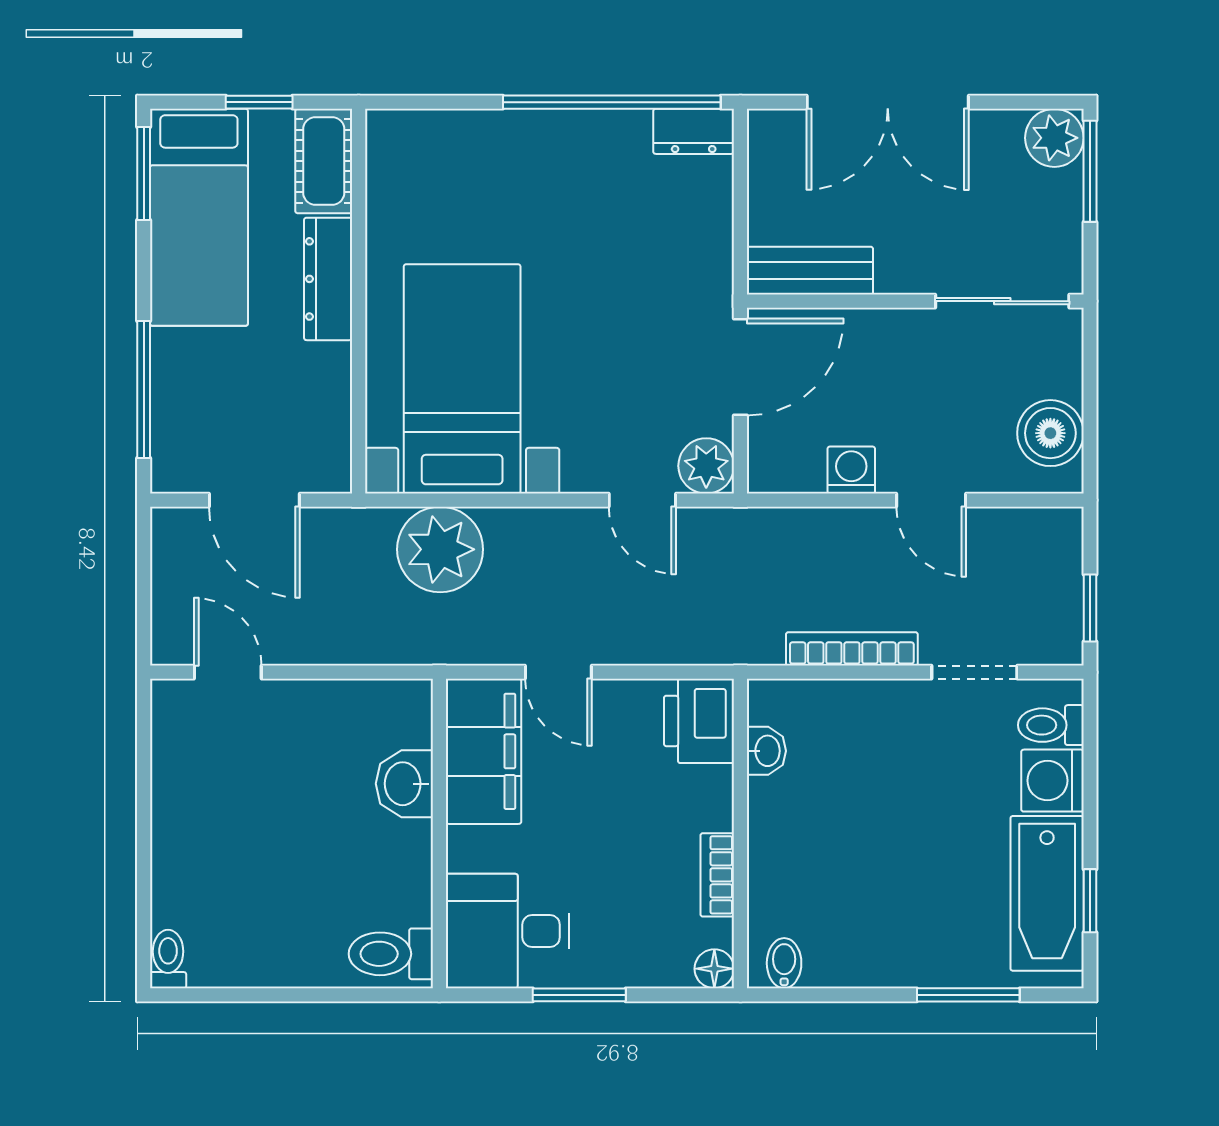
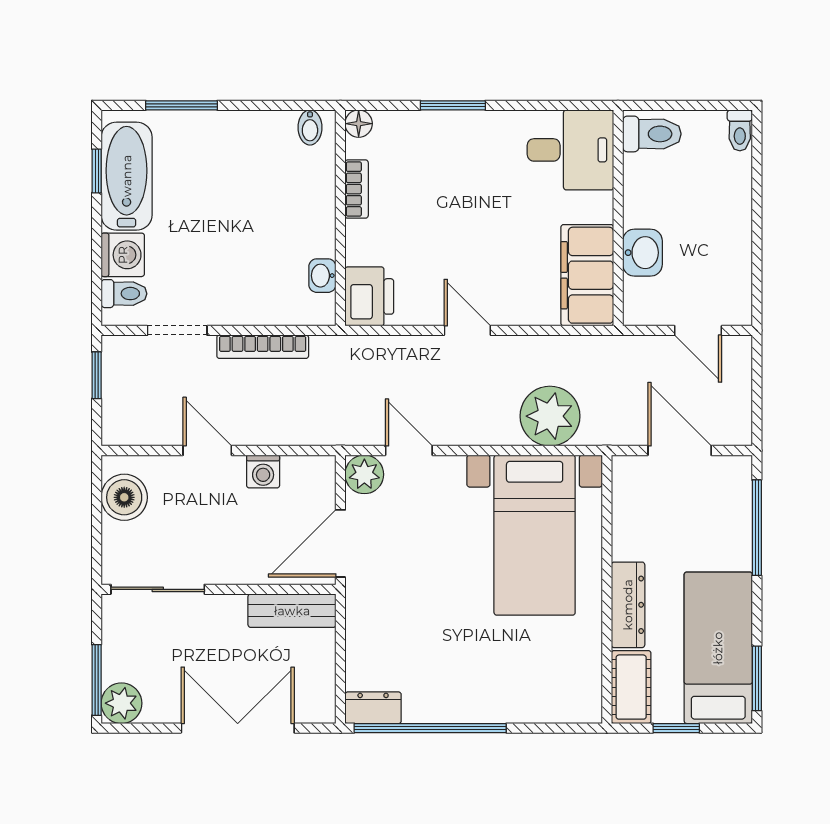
filing cabinet: (483, 751) -> (587, 275), moved
washbasin: (404, 784) -> (642, 253), moved
wall: (439, 834) -> (618, 218), moved
desk: (508, 931) -> (570, 150), moved
toilet: (391, 954) -> (652, 134), moved

